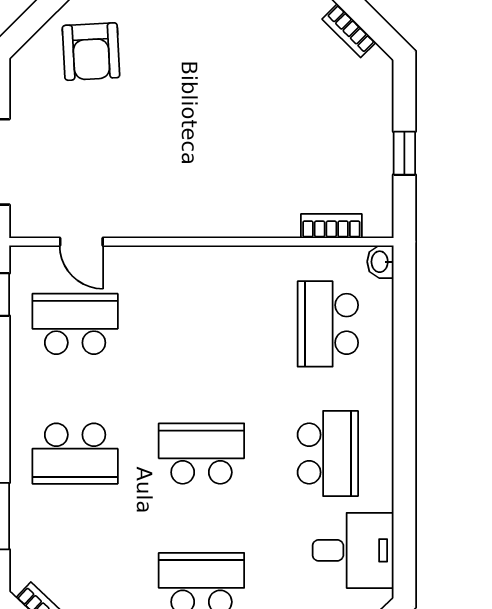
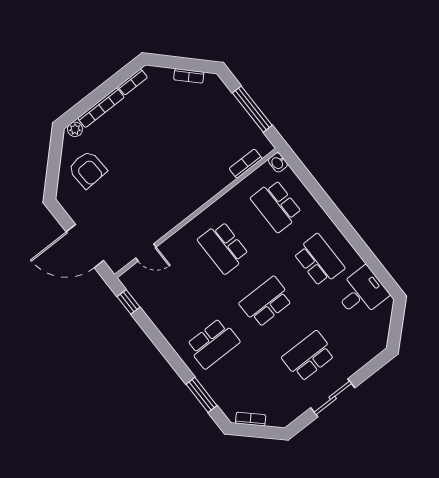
window: (404, 153) -> (252, 109), width x2.17
school desk: (75, 324) -> (223, 247), moved, turned -90

